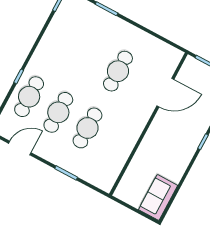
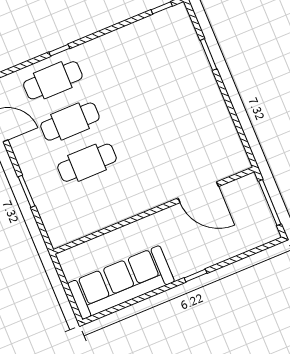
cafe table: (118, 71) -> (167, 129), removed
sofa: (158, 197) -> (121, 283), width x1.85, depth x1.27

